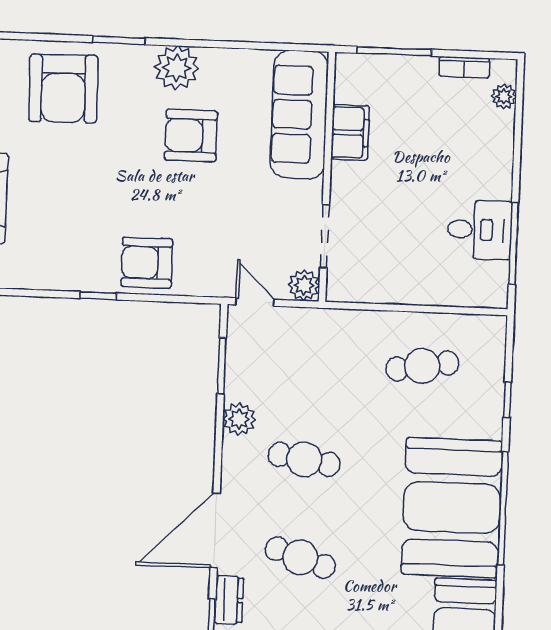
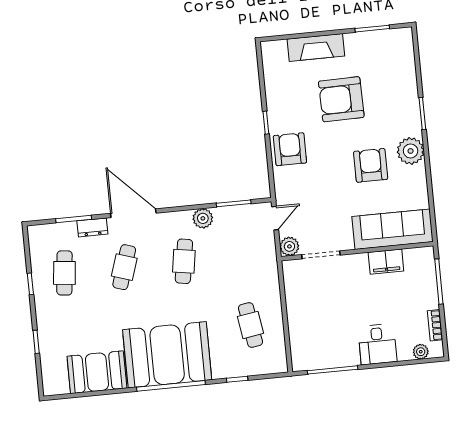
armchair: (63, 88) -> (341, 99), moved
desk: (479, 230) -> (377, 344), moved

